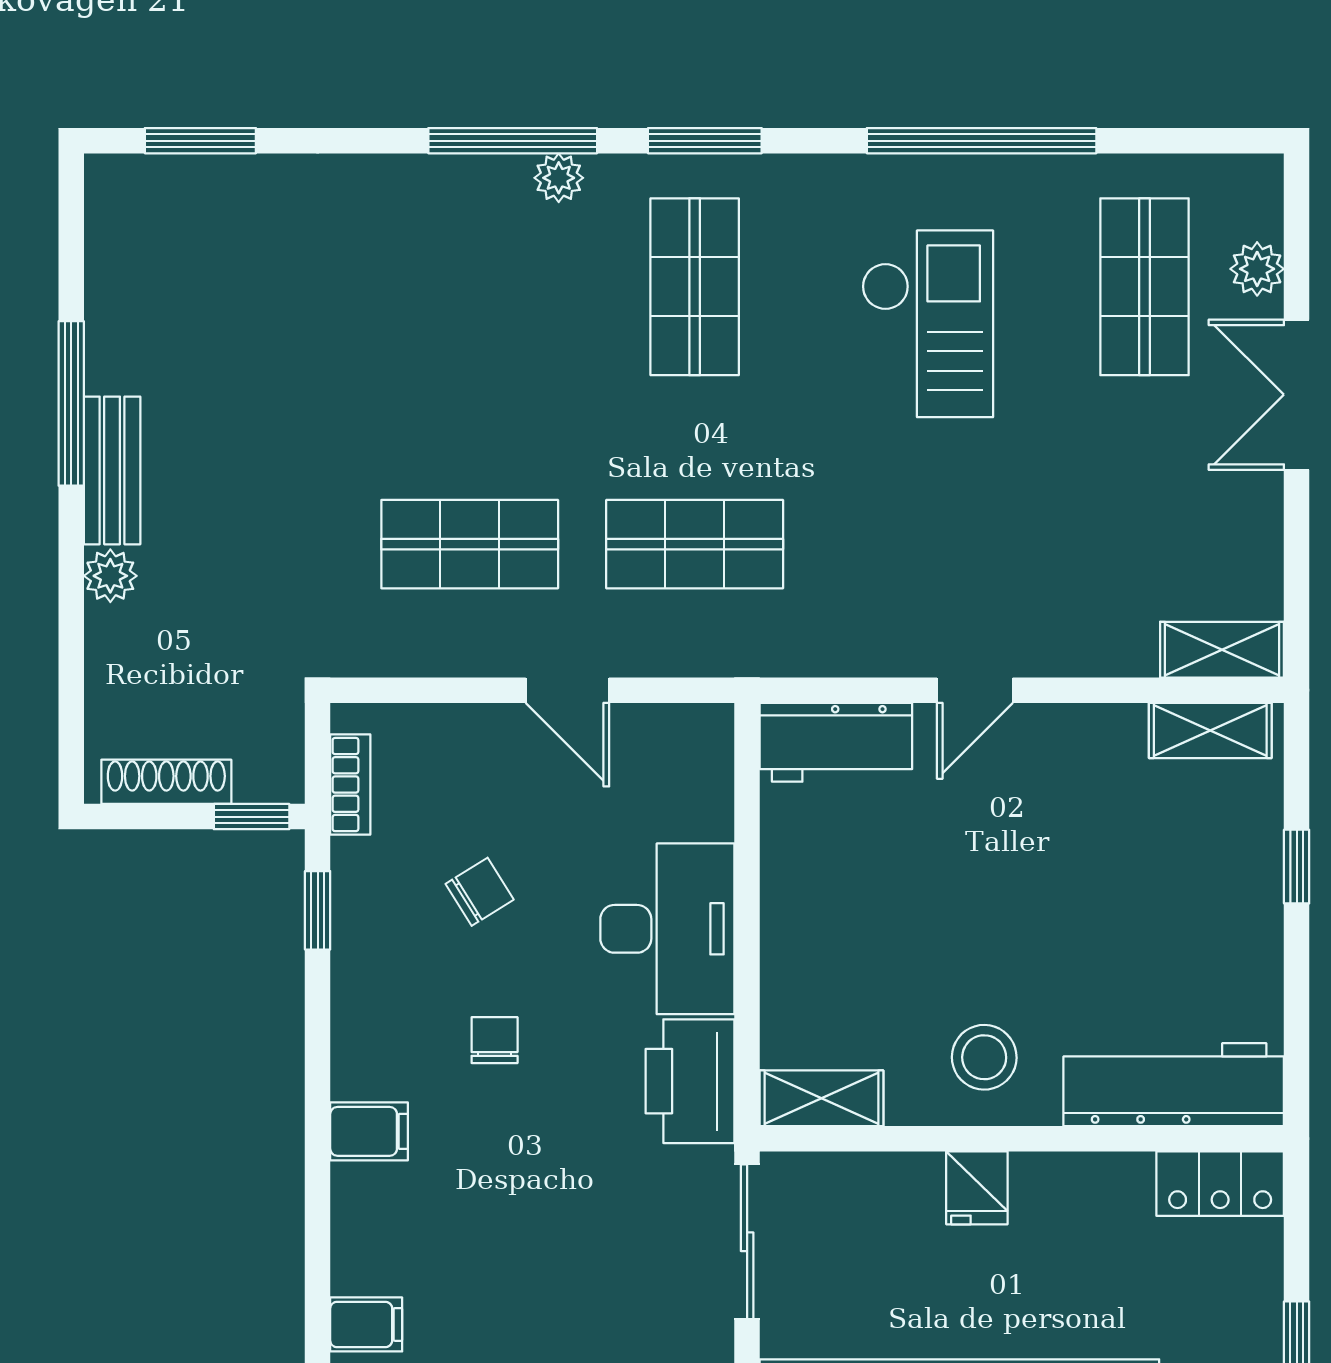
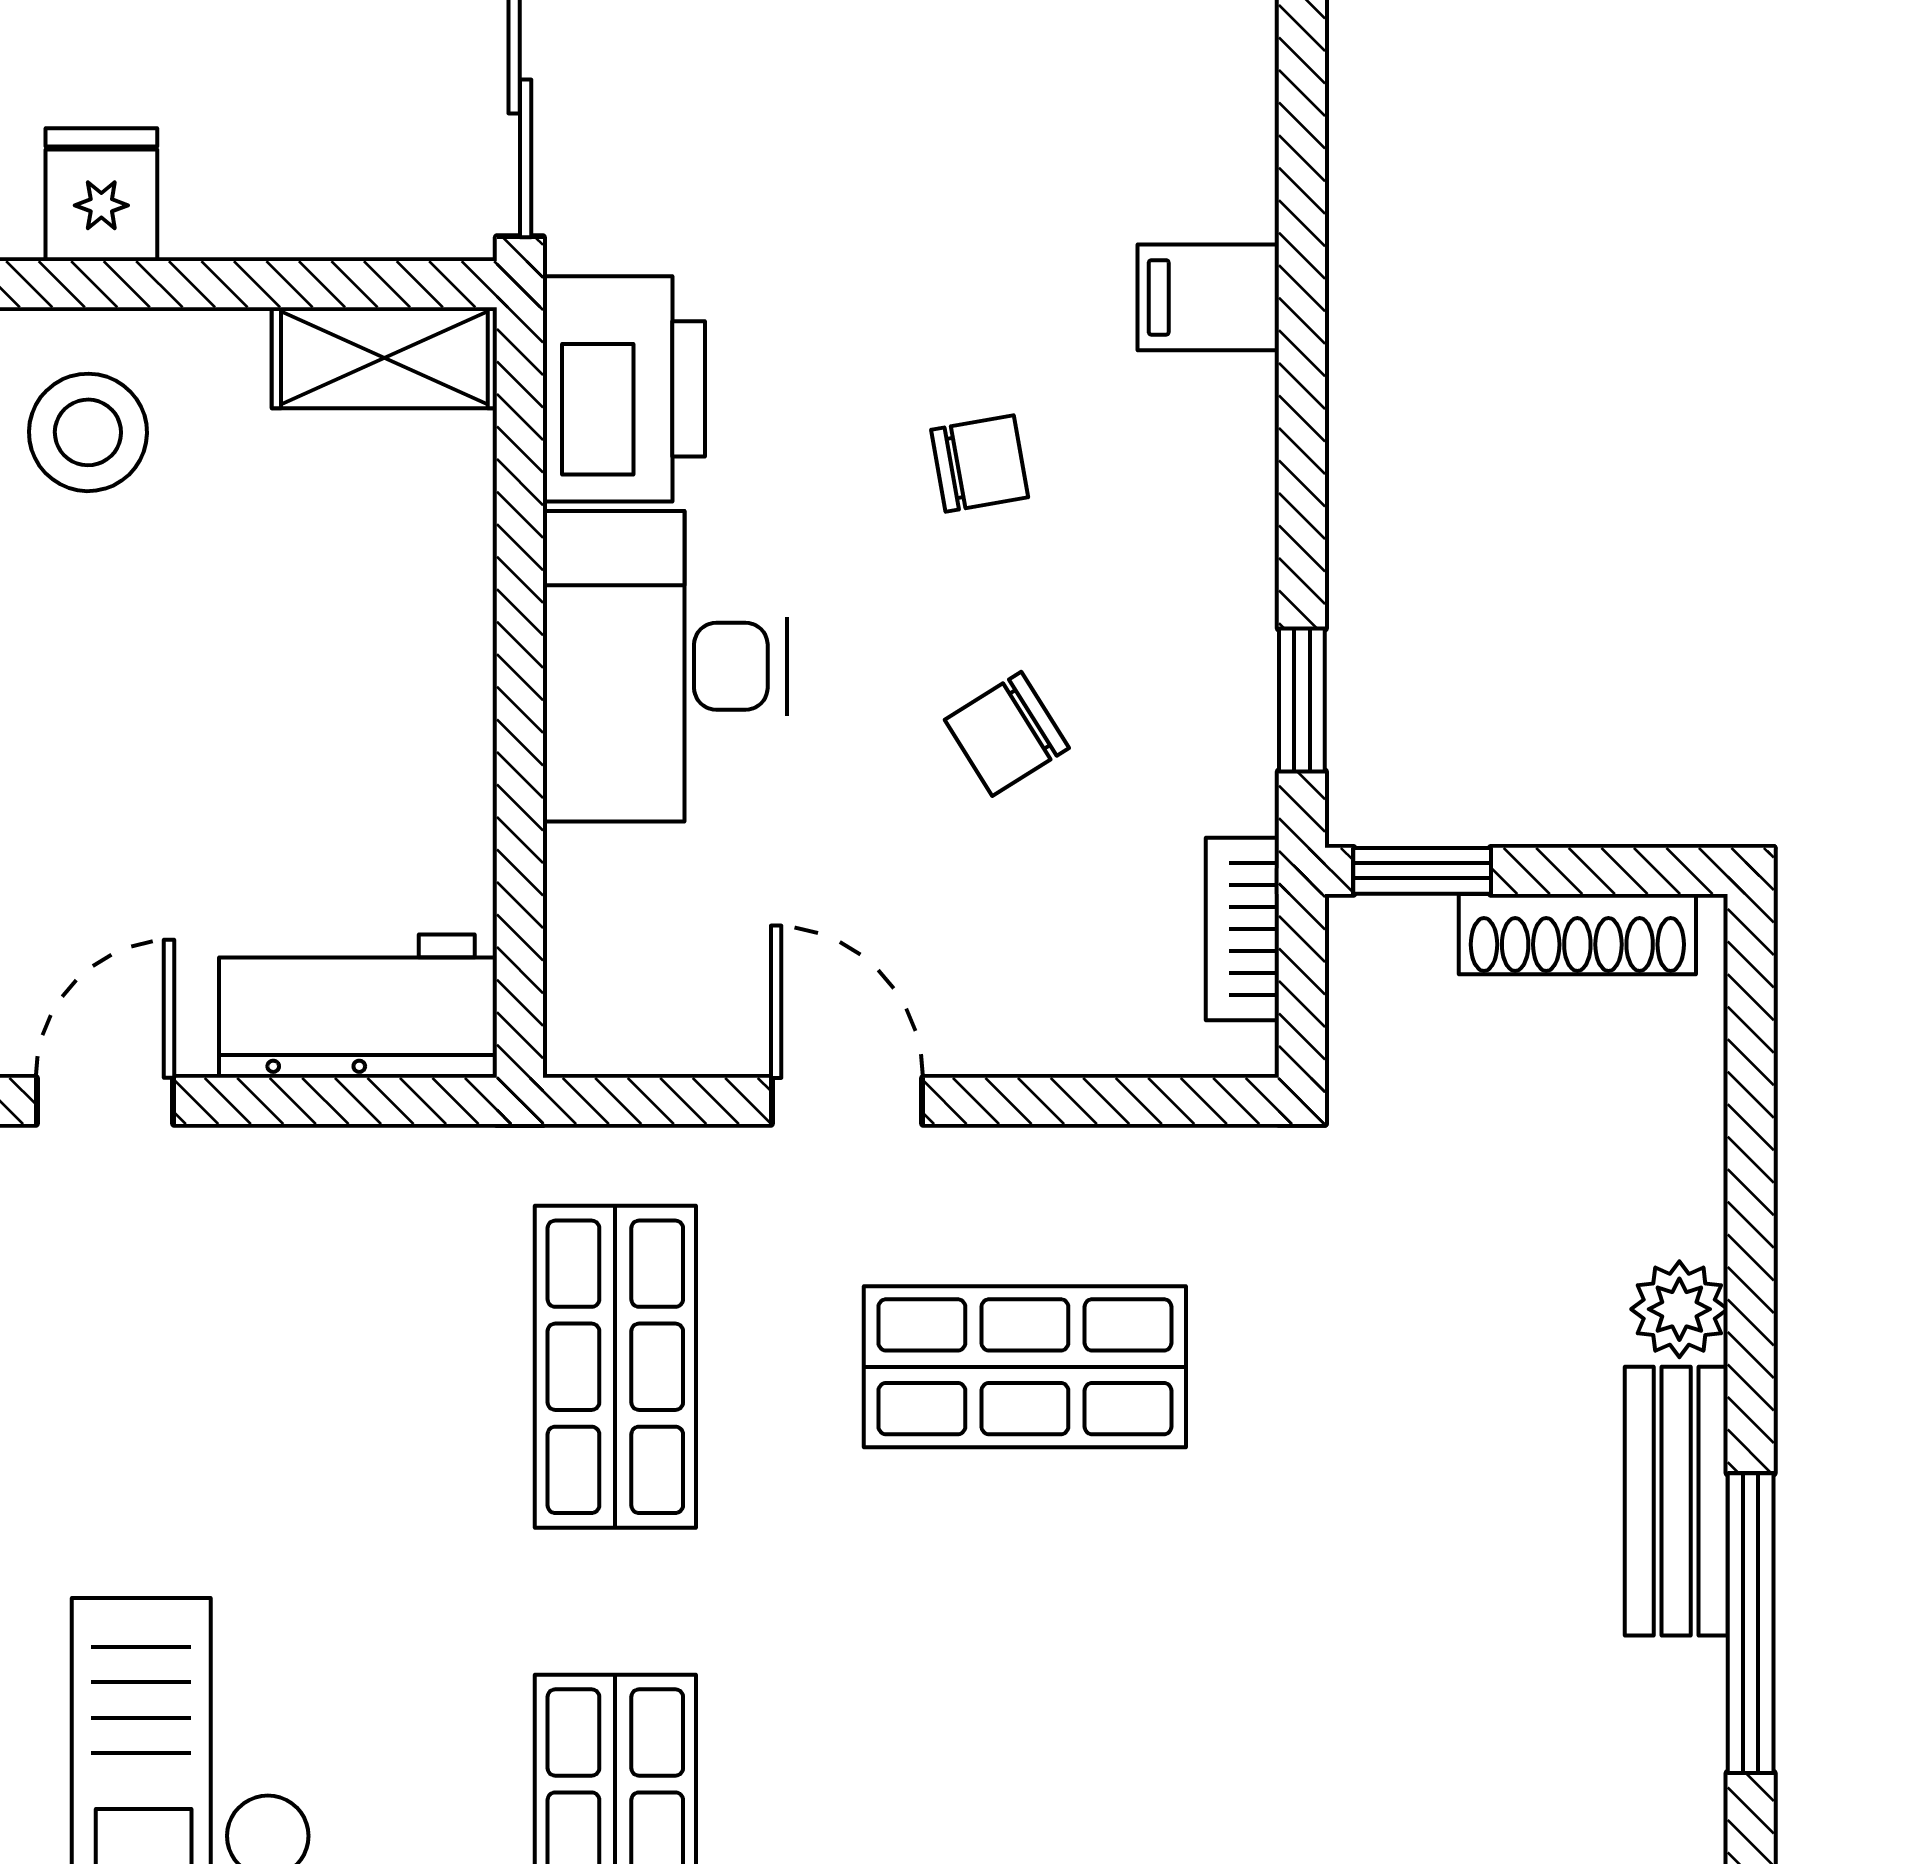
shop shelf: (695, 544) -> (615, 1367), turned 90
chair: (495, 1040) -> (980, 464), turned -100

